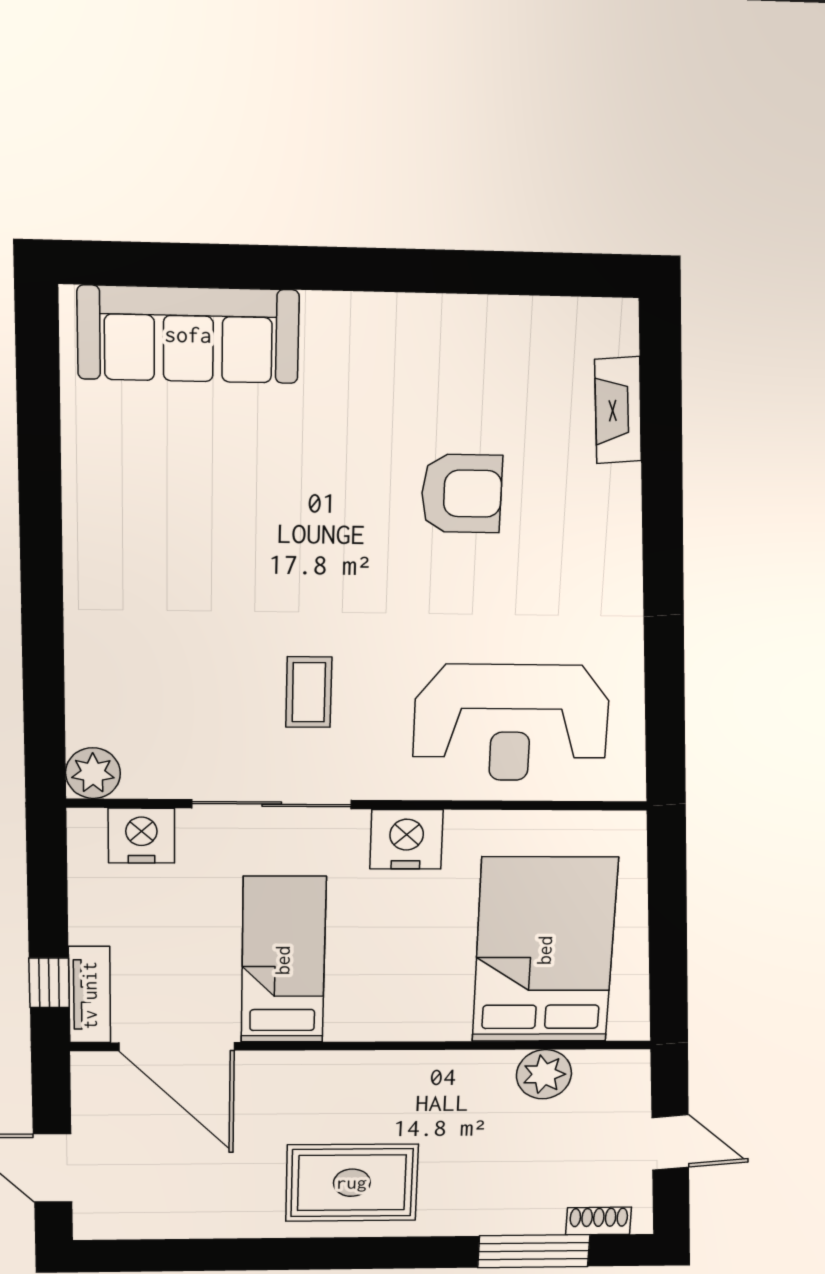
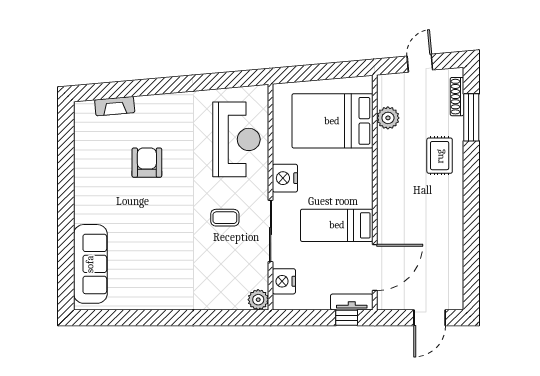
rug: (352, 1183) -> (440, 156), moved, width x0.73, depth x0.70
shoe rack: (599, 1221) -> (457, 97), width x1.43

